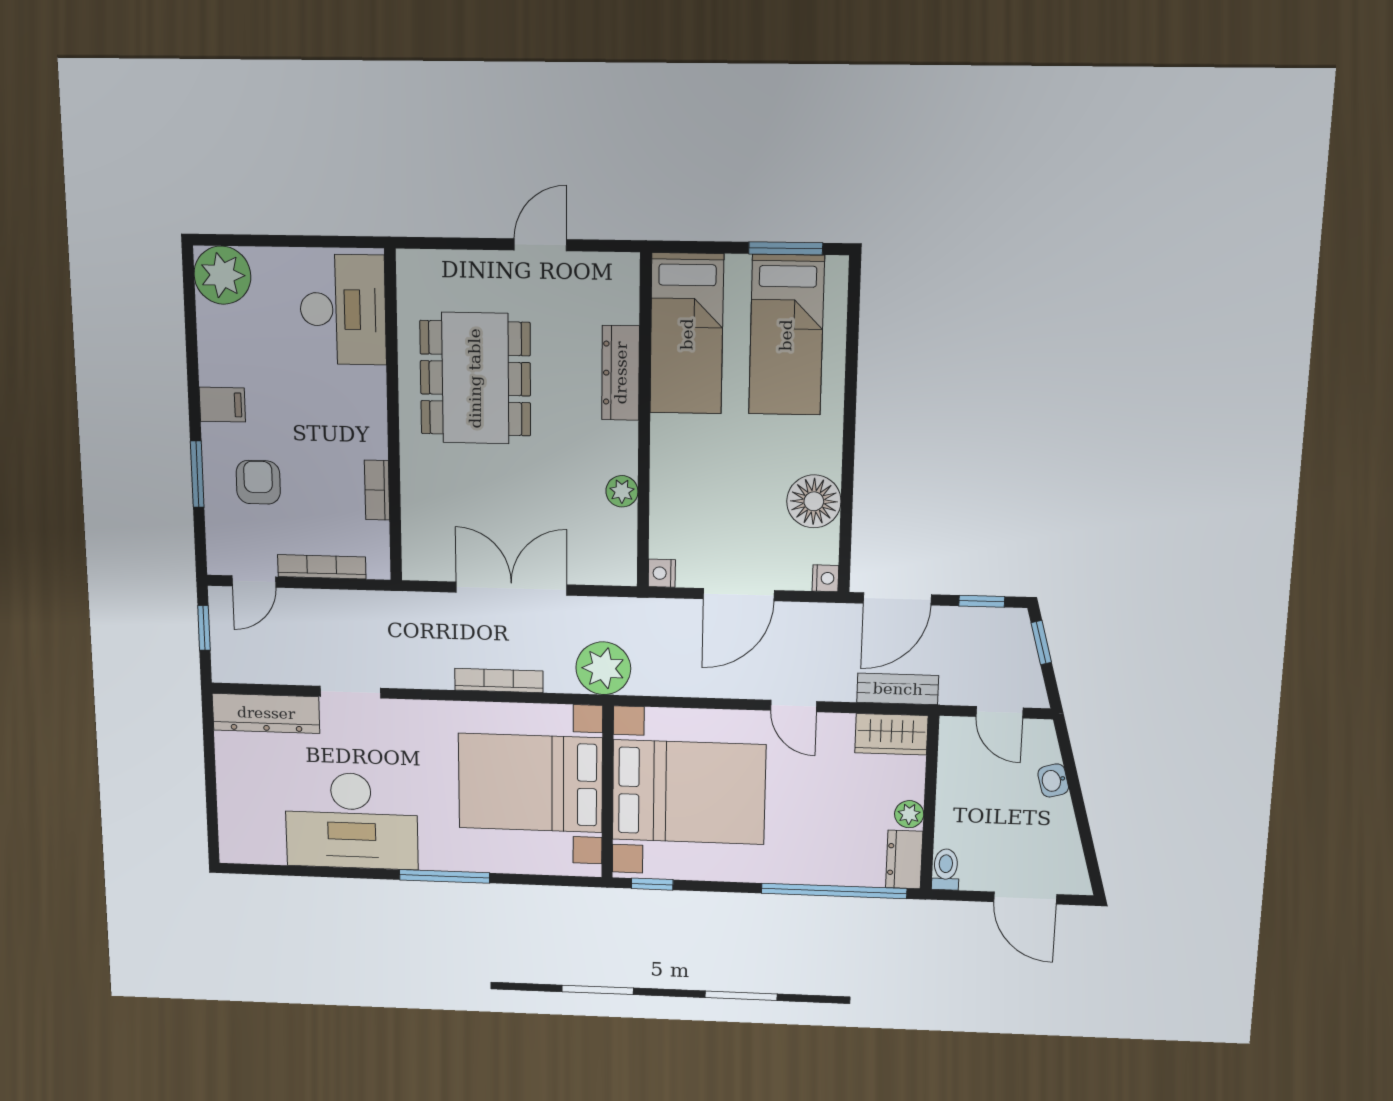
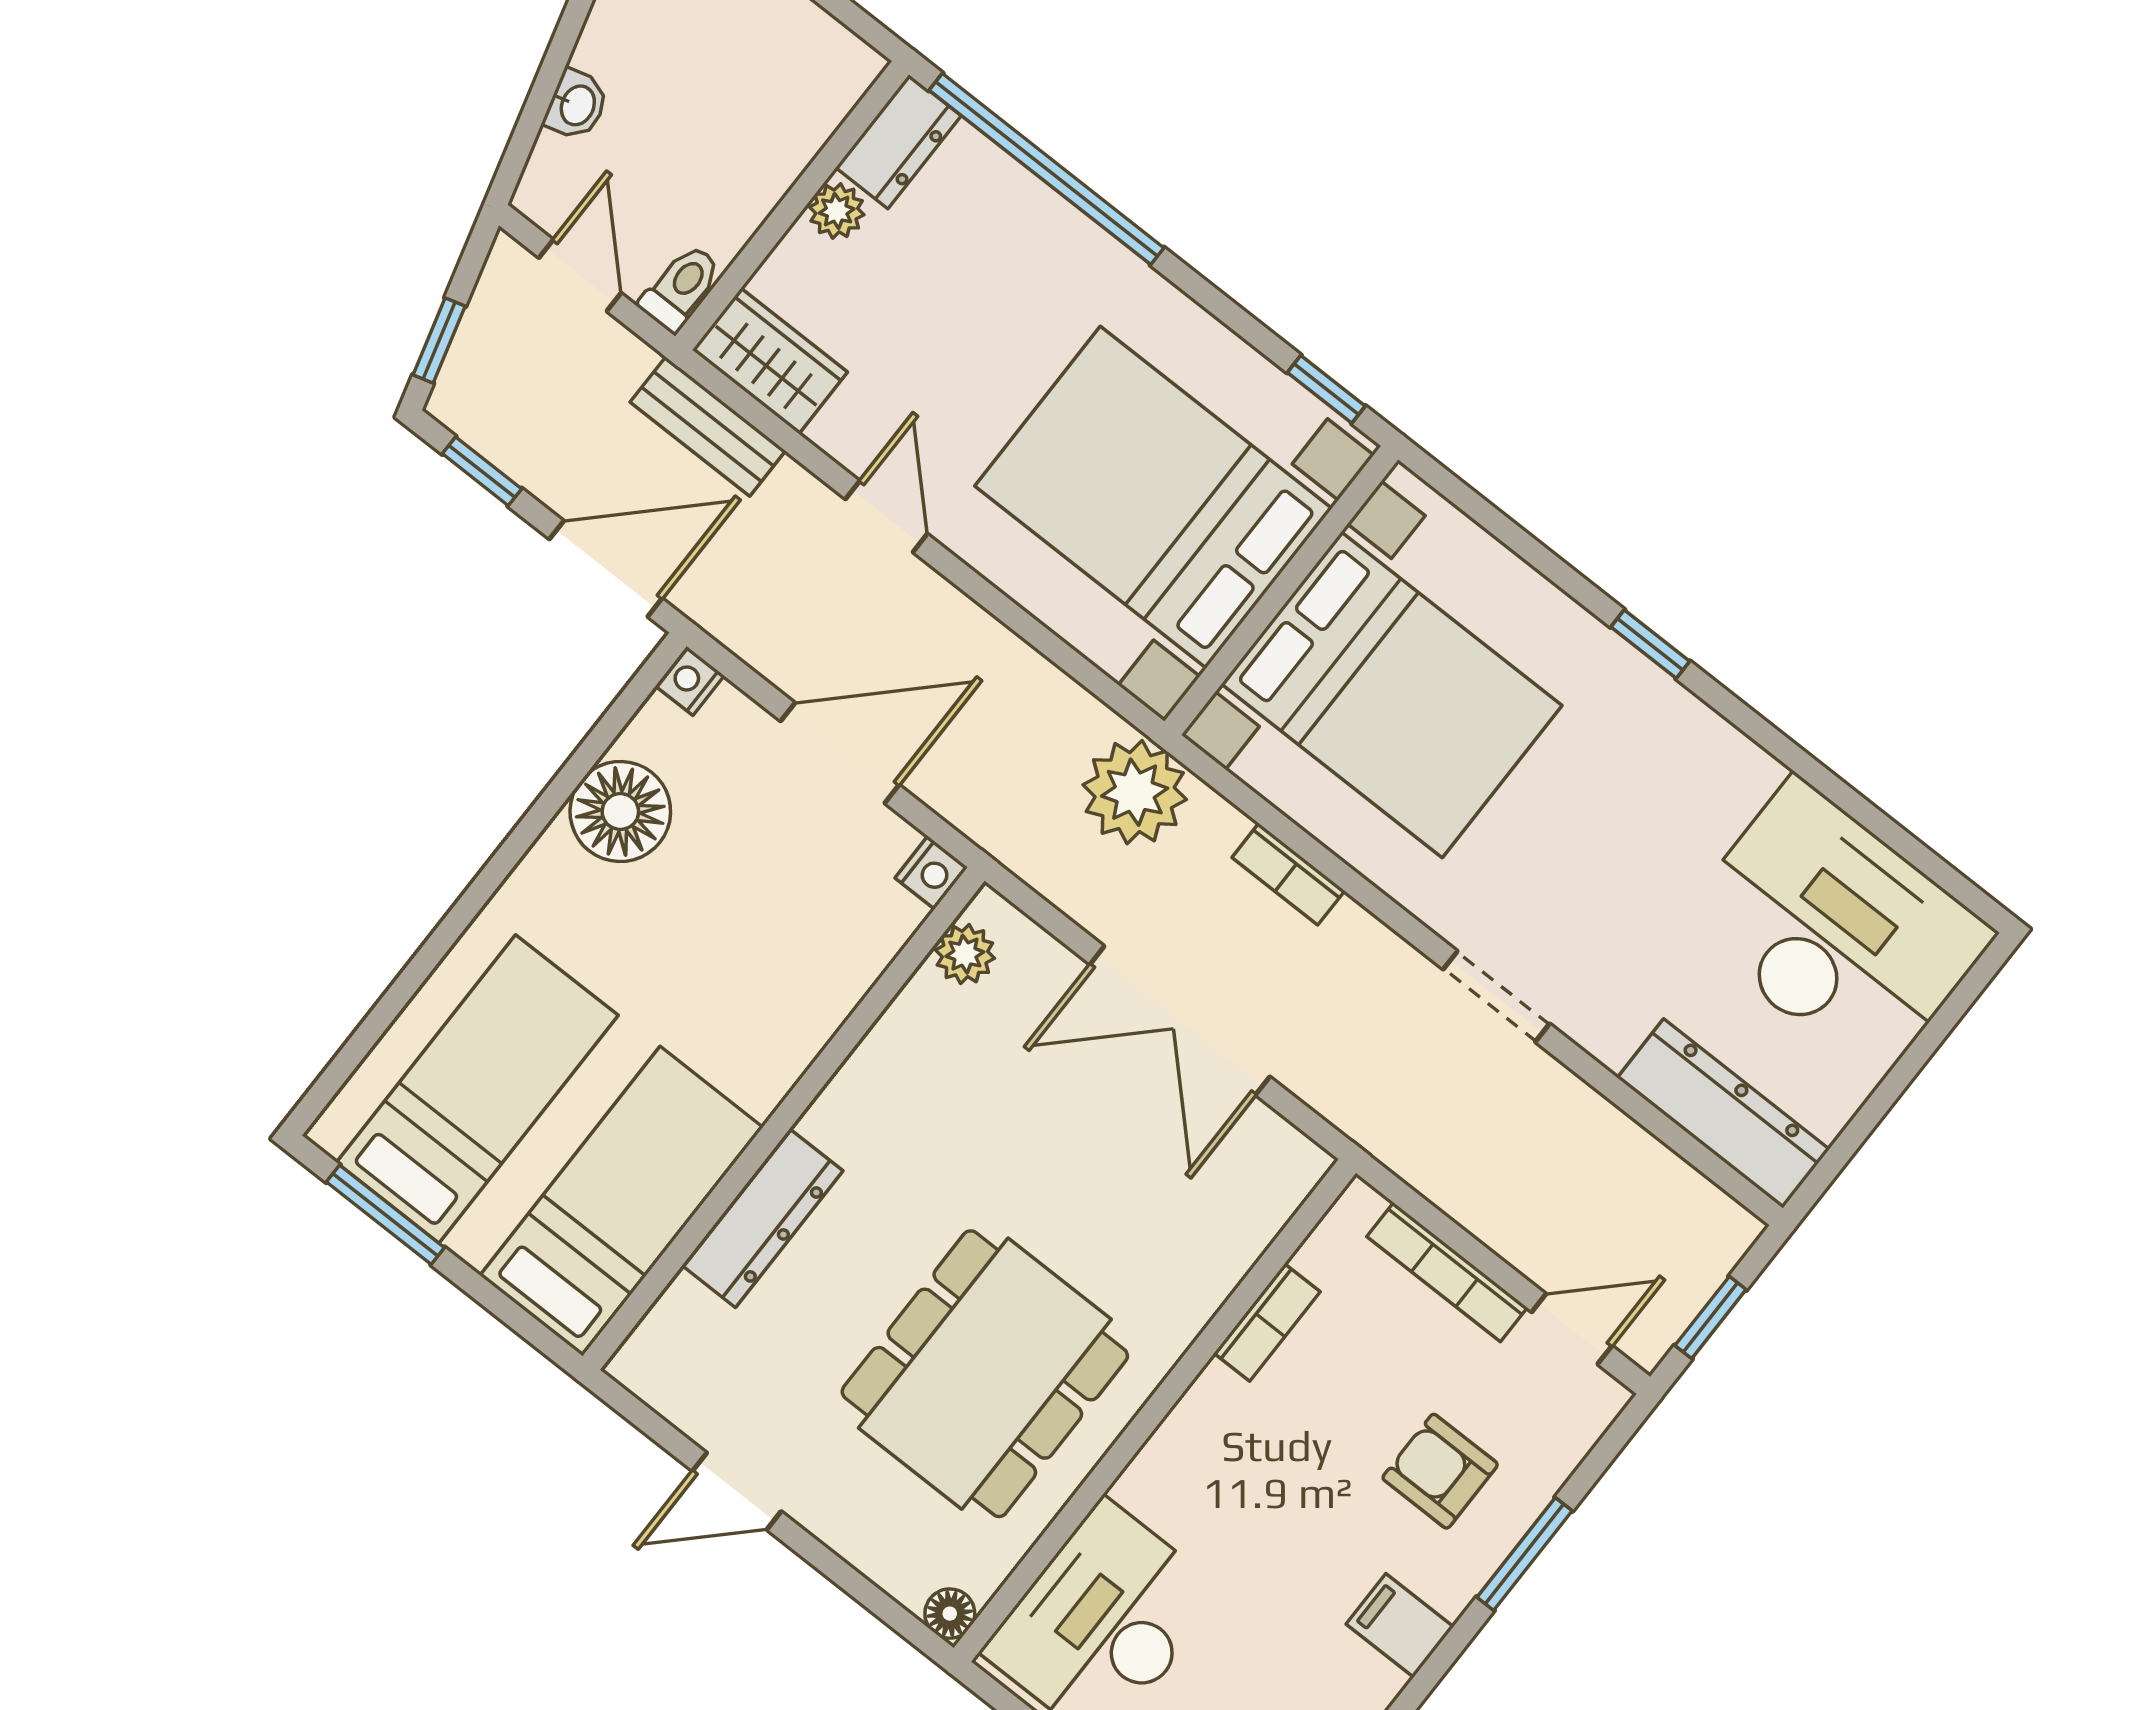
floor lamp: (409, 262) -> (950, 1614), added
armchair: (258, 482) -> (1440, 1471), turned 90
plant: (622, 491) -> (965, 954), moved
bookcase: (499, 680) -> (1288, 874), width x0.64
doorway: (350, 692) -> (1496, 996), moved
desk: (351, 821) -> (1836, 929), moved
toilet: (946, 869) -> (681, 288), moved, turned 180
window: (444, 876) -> (1650, 644), width x0.46

